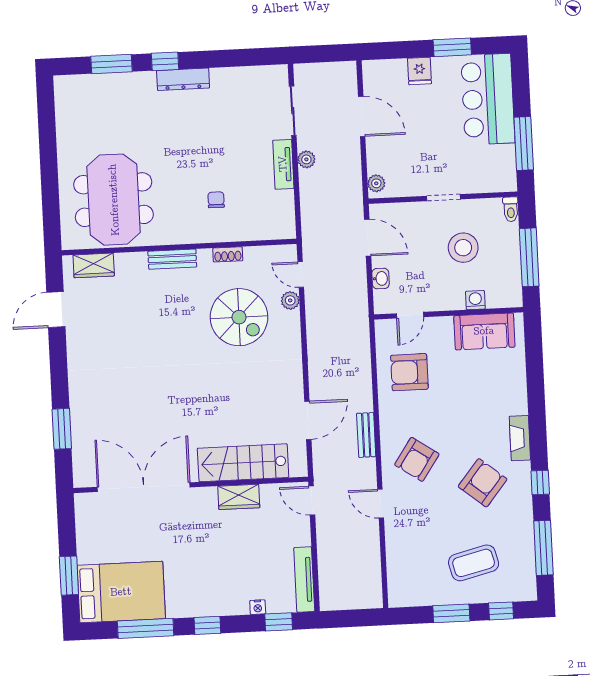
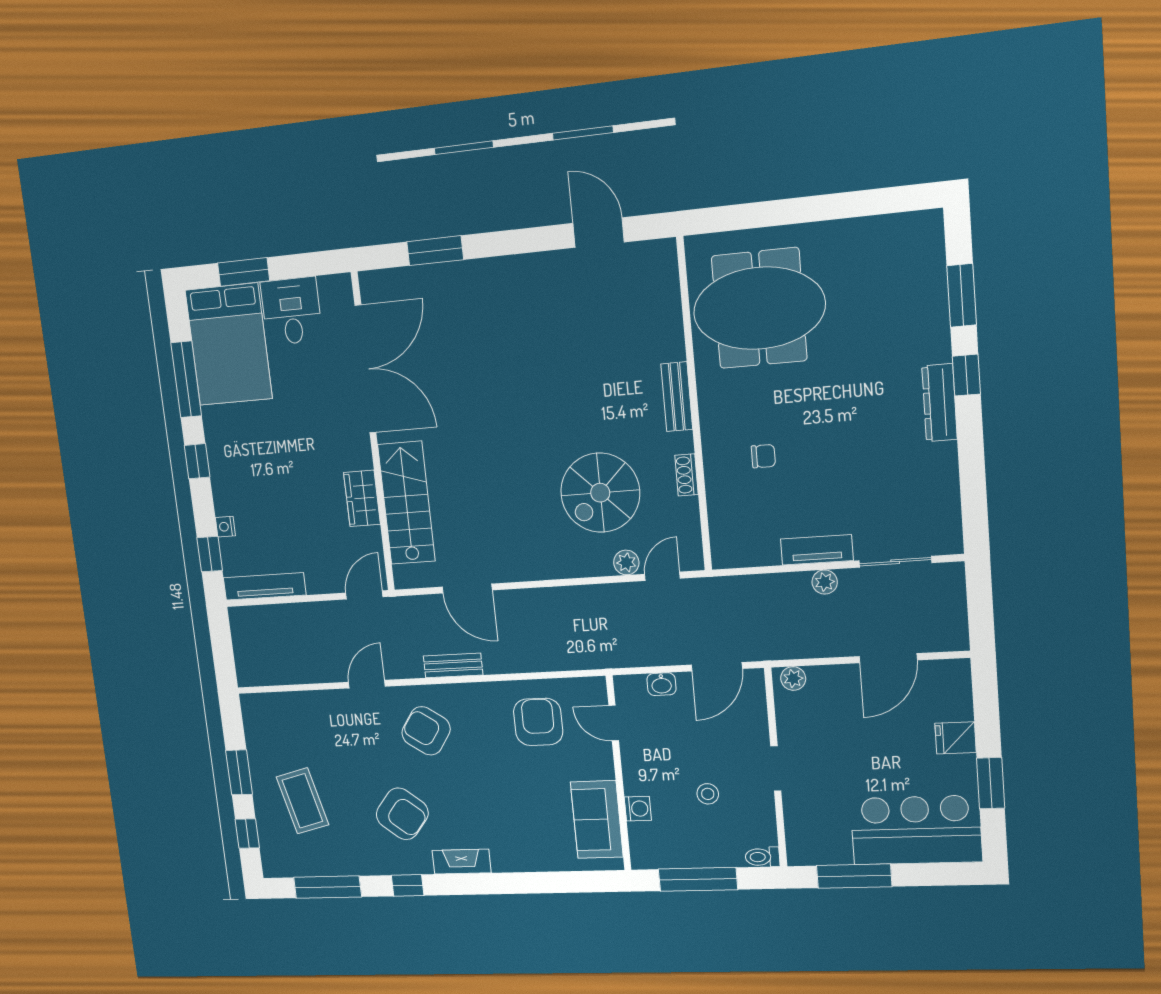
stool: (463, 248) -> (708, 794), width x0.53, depth x0.53
wardrobe: (94, 265) -> (663, 284), removed
desk: (99, 541) -> (291, 311), added

